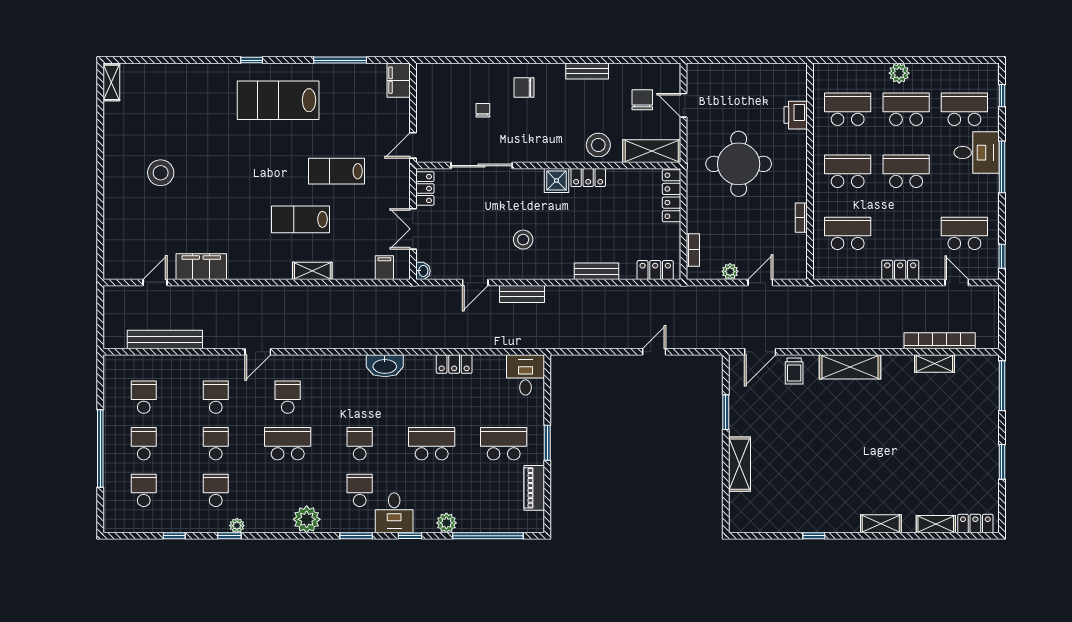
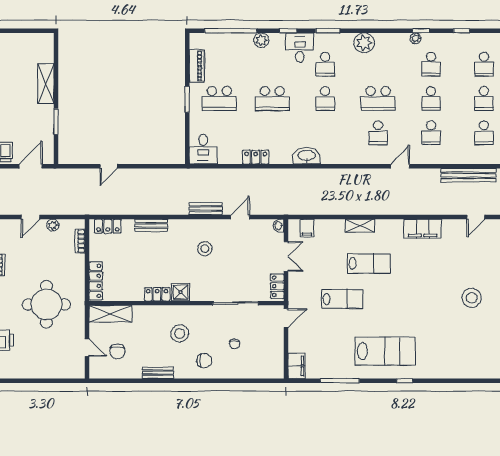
stool: (598, 145) -> (180, 333), moved
filing cabinet: (201, 267) -> (423, 229), moved

